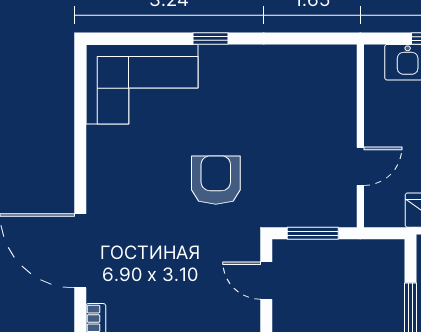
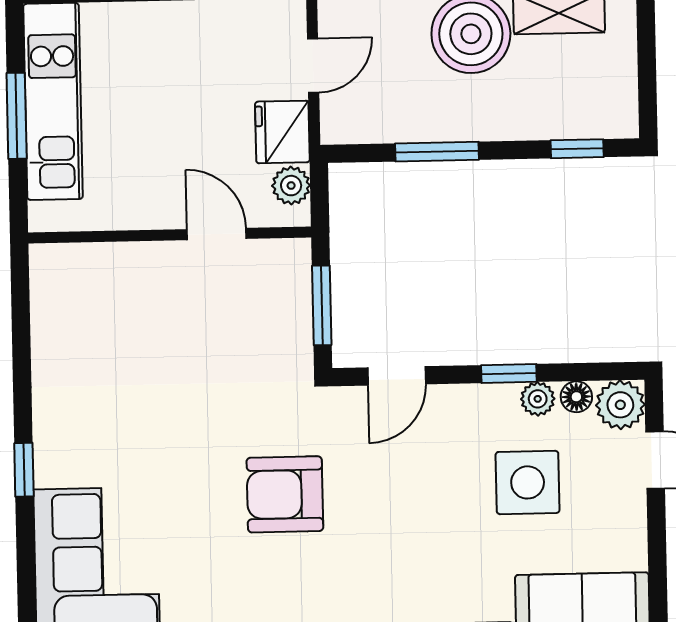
armchair: (216, 180) -> (285, 494), moved
plant: (391, 215) -> (291, 186), added

